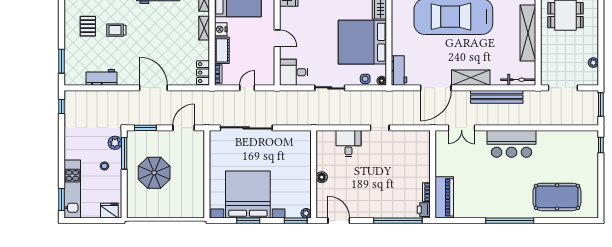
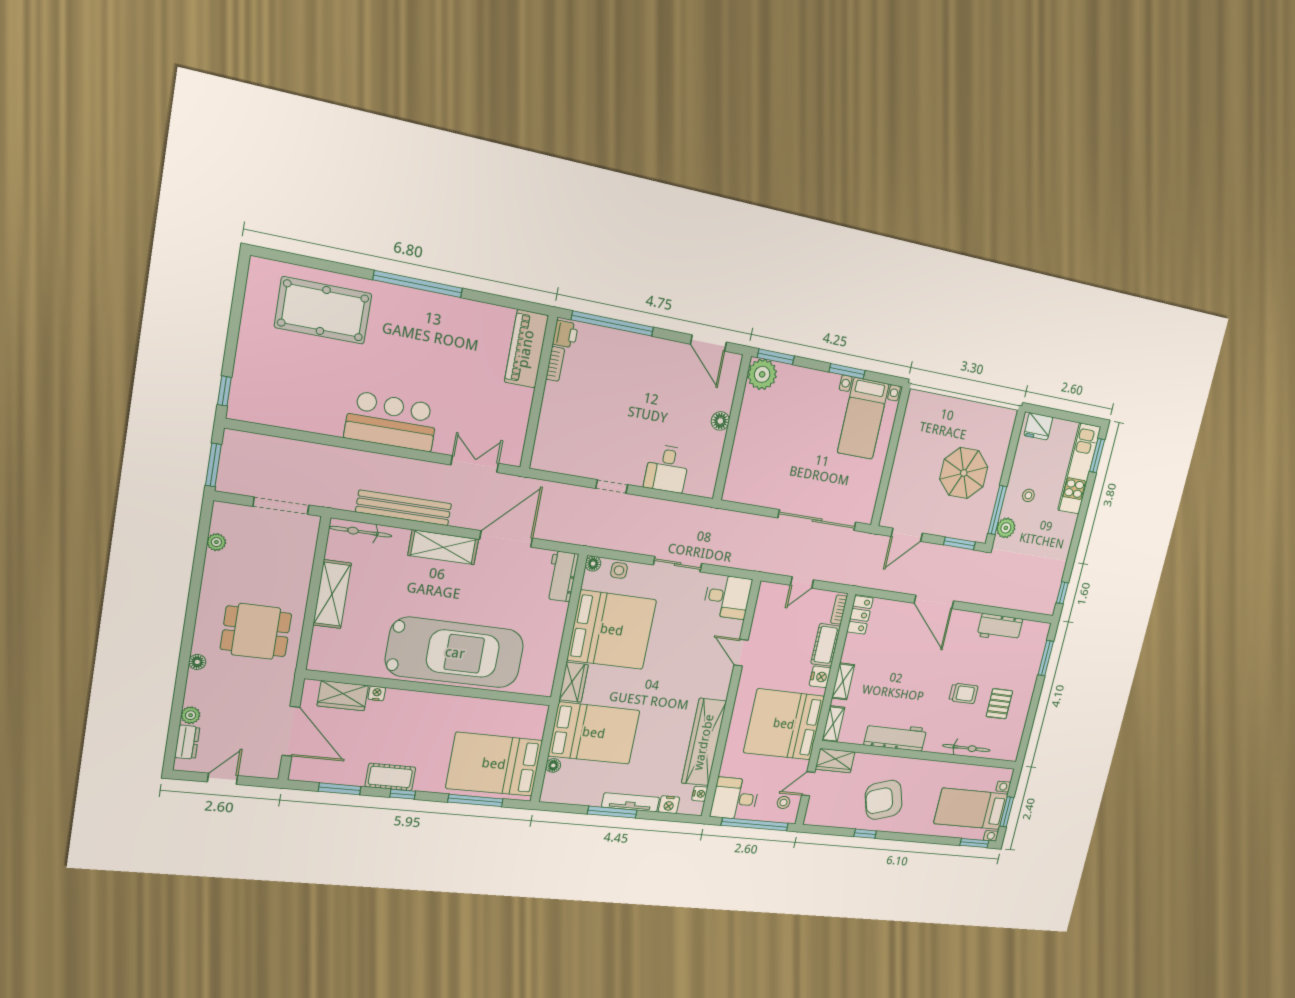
shelving: (528, 33) -> (332, 594), width x0.68
bed with nightstands: (248, 195) -> (863, 418), width x0.54
plant: (306, 213) -> (762, 374), width x1.87, depth x1.87

